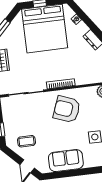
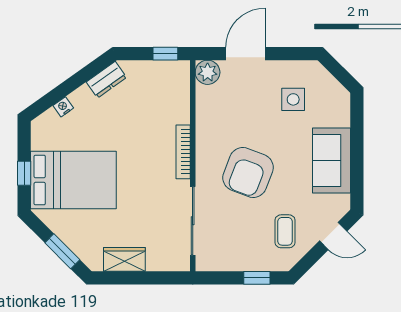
bed: (45, 29) -> (73, 180), width x0.73
armchair: (67, 109) -> (248, 173), moved

